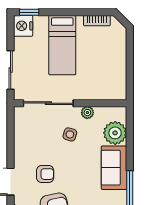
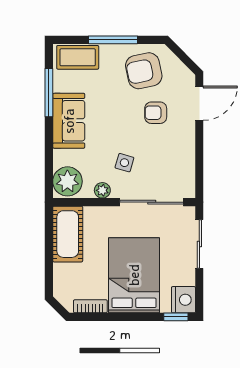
bed: (62, 45) -> (134, 275), width x1.50
cot: (115, 78) -> (68, 234), added
plant: (115, 133) -> (67, 181), moved

